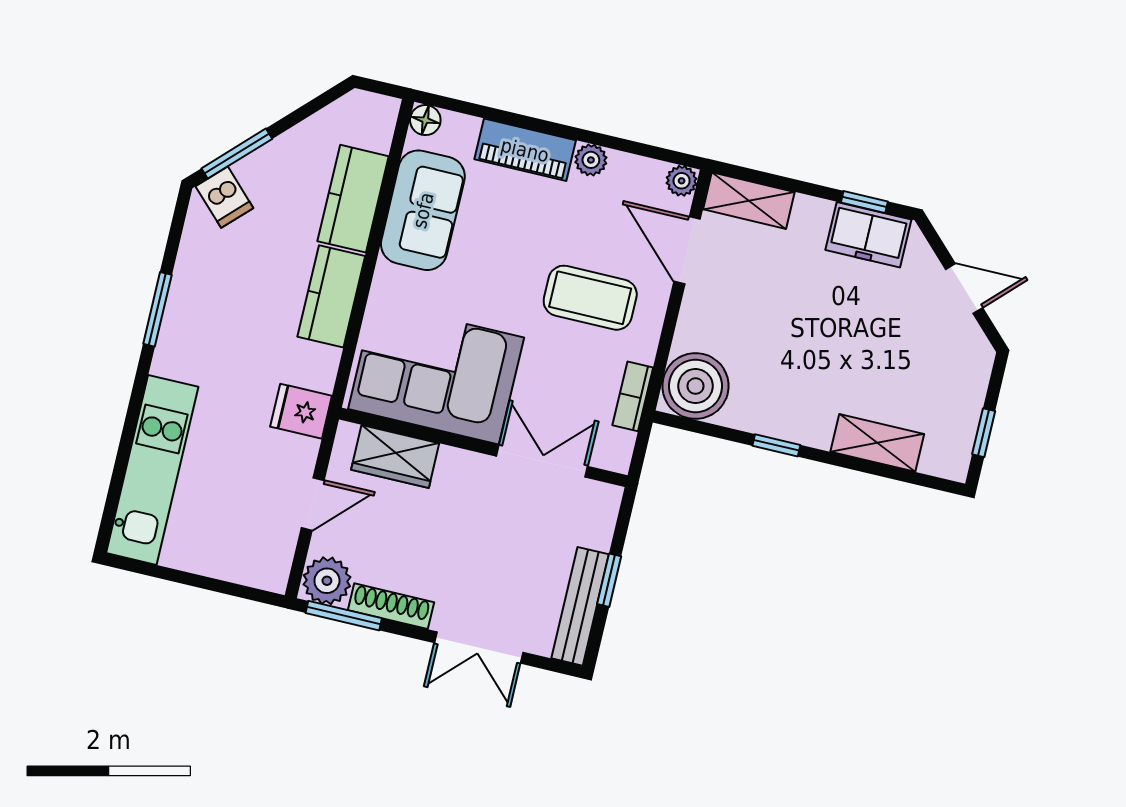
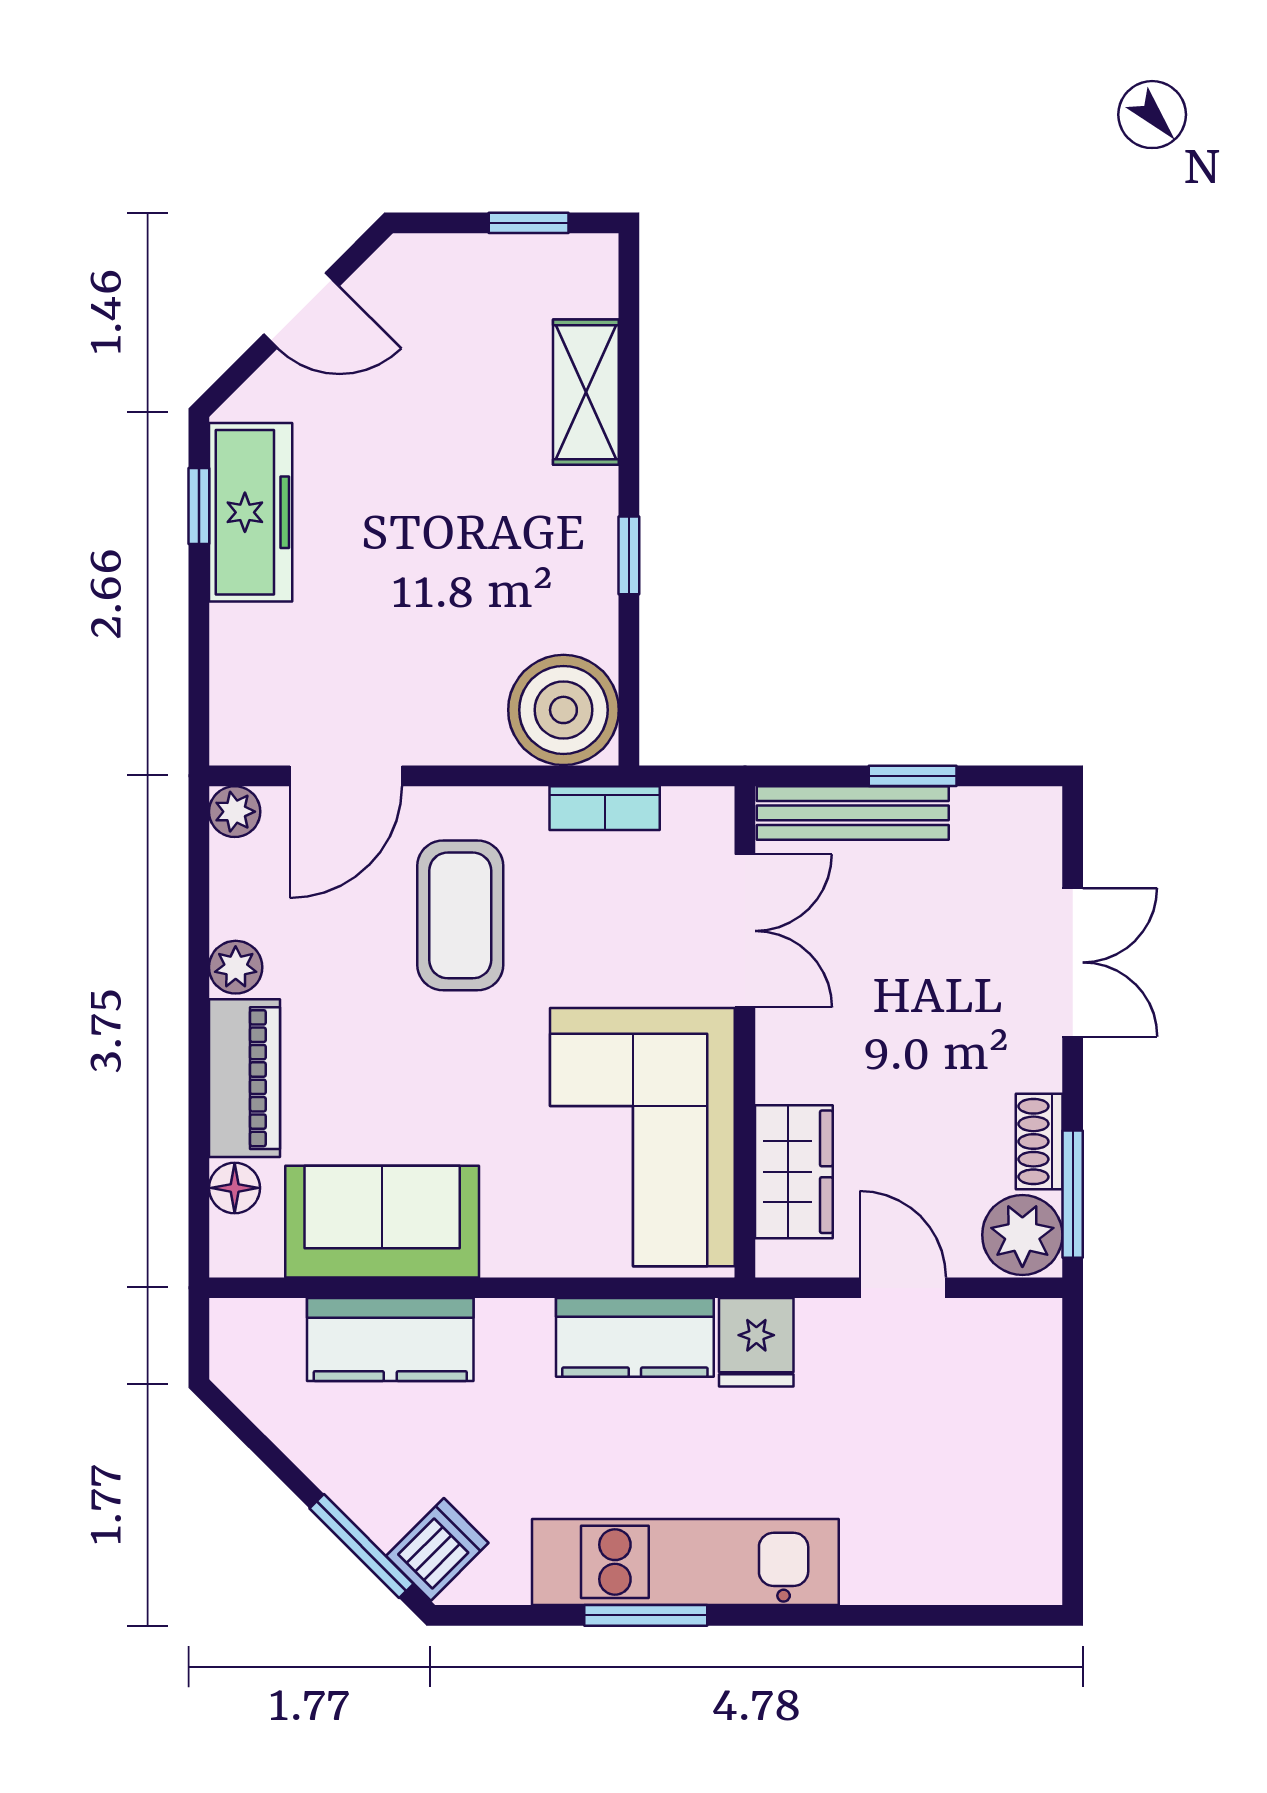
floor lamp: (425, 120) -> (235, 1188), moved
shelving: (749, 201) -> (241, 694), removed
freezer: (868, 235) -> (251, 512), width x1.40
door: (964, 289) -> (301, 310), swing flipped
kitchen counter: (331, 296) -> (635, 1337), moved
double door: (542, 461) -> (745, 931), swing flipped
kitchen unit: (152, 470) -> (685, 1562), moved
shoe rack: (391, 606) -> (1039, 1142), width x0.70
bench: (580, 606) -> (853, 813), moved

